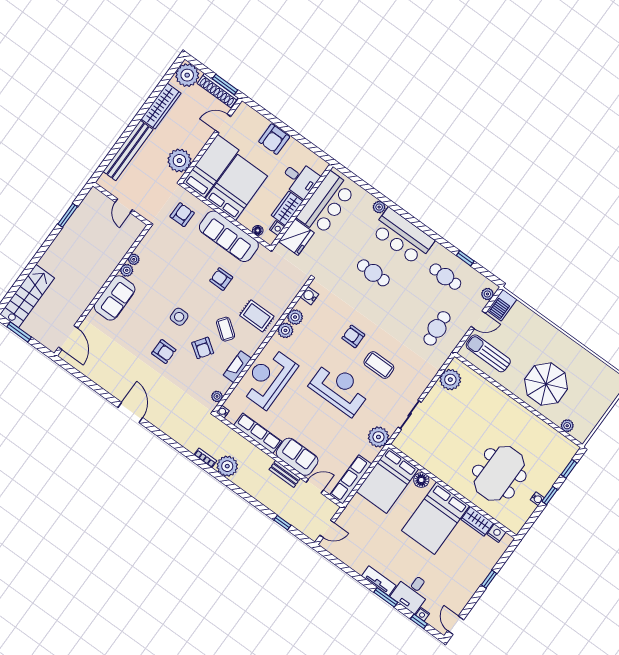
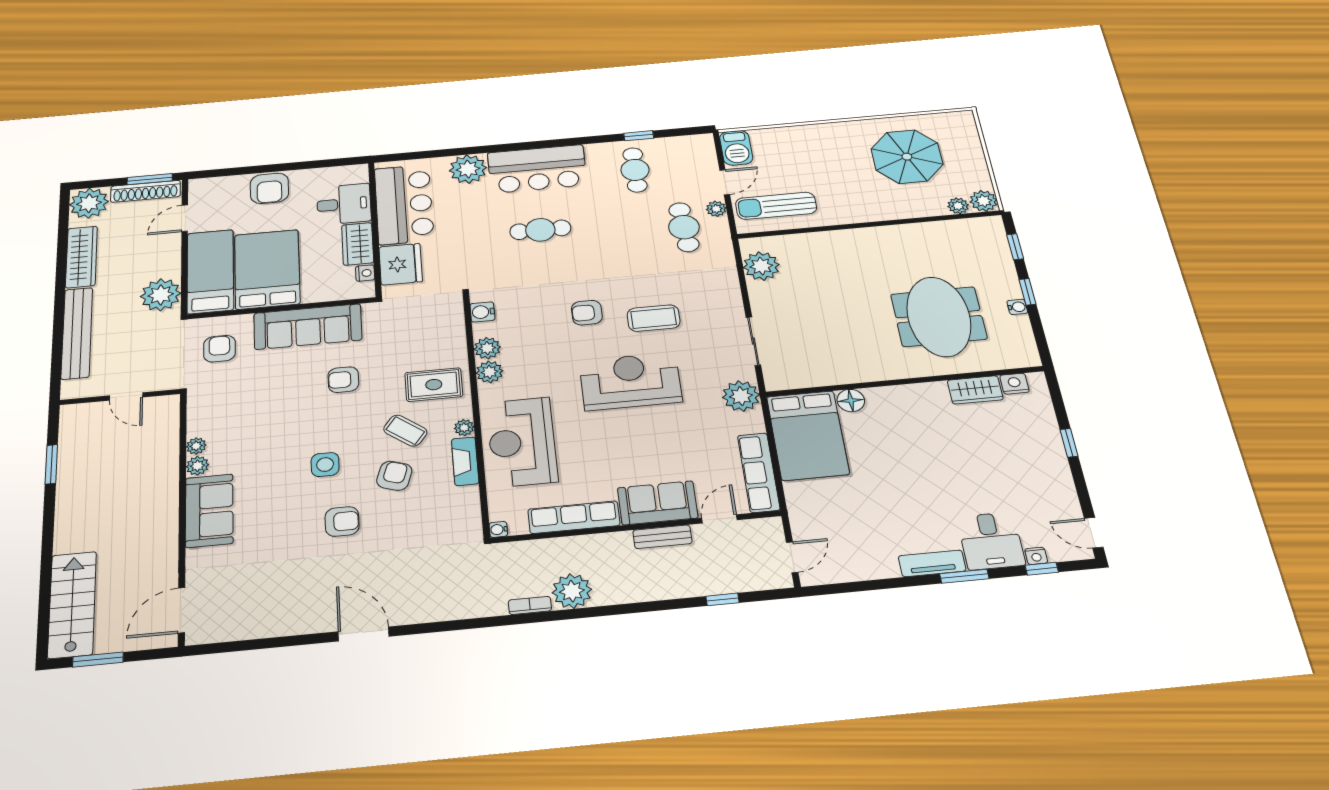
plant: (379, 207) -> (468, 169), width x1.88, depth x1.88
floor lamp: (258, 230) -> (341, 293), removed
cafe table: (445, 277) -> (635, 170), turned 90
plant: (487, 294) -> (716, 209), moved
door: (68, 338) -> (182, 610), swing flipped
armchair: (203, 348) -> (394, 476), turned -107
parasol: (546, 384) -> (907, 157), moved
plant: (217, 396) -> (464, 428), moved
plant: (581, 433) -> (983, 201), added
bed: (435, 518) -> (919, 429), removed

